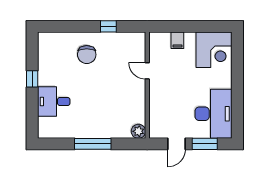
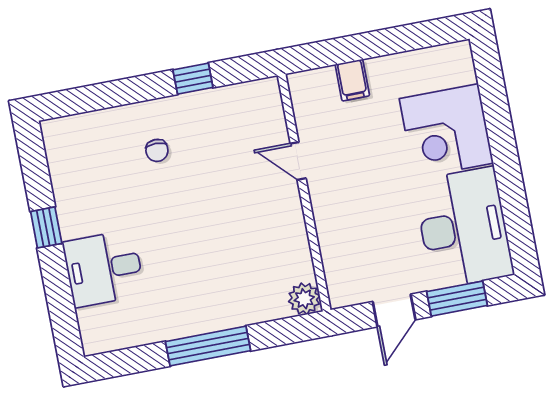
corner desk: (214, 50) -> (446, 131), moved, turned 90
chair: (87, 55) -> (157, 150), width x0.54, depth x0.54

